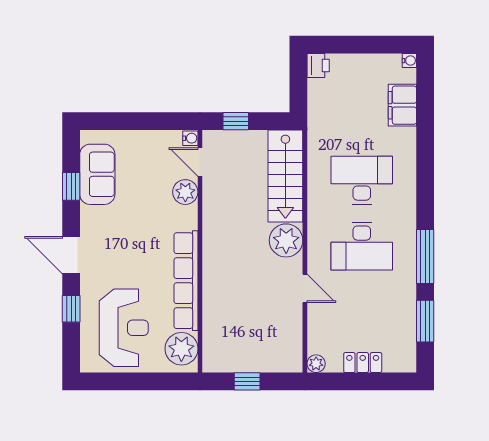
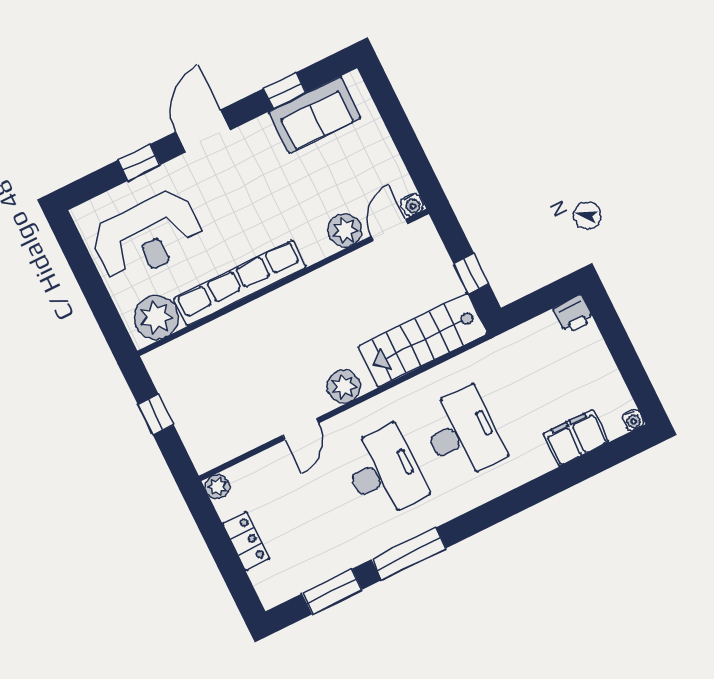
window: (236, 121) -> (471, 274), moved
plant: (286, 240) -> (344, 386), width x0.73, depth x0.73
desk: (362, 246) -> (384, 472), turned 180

